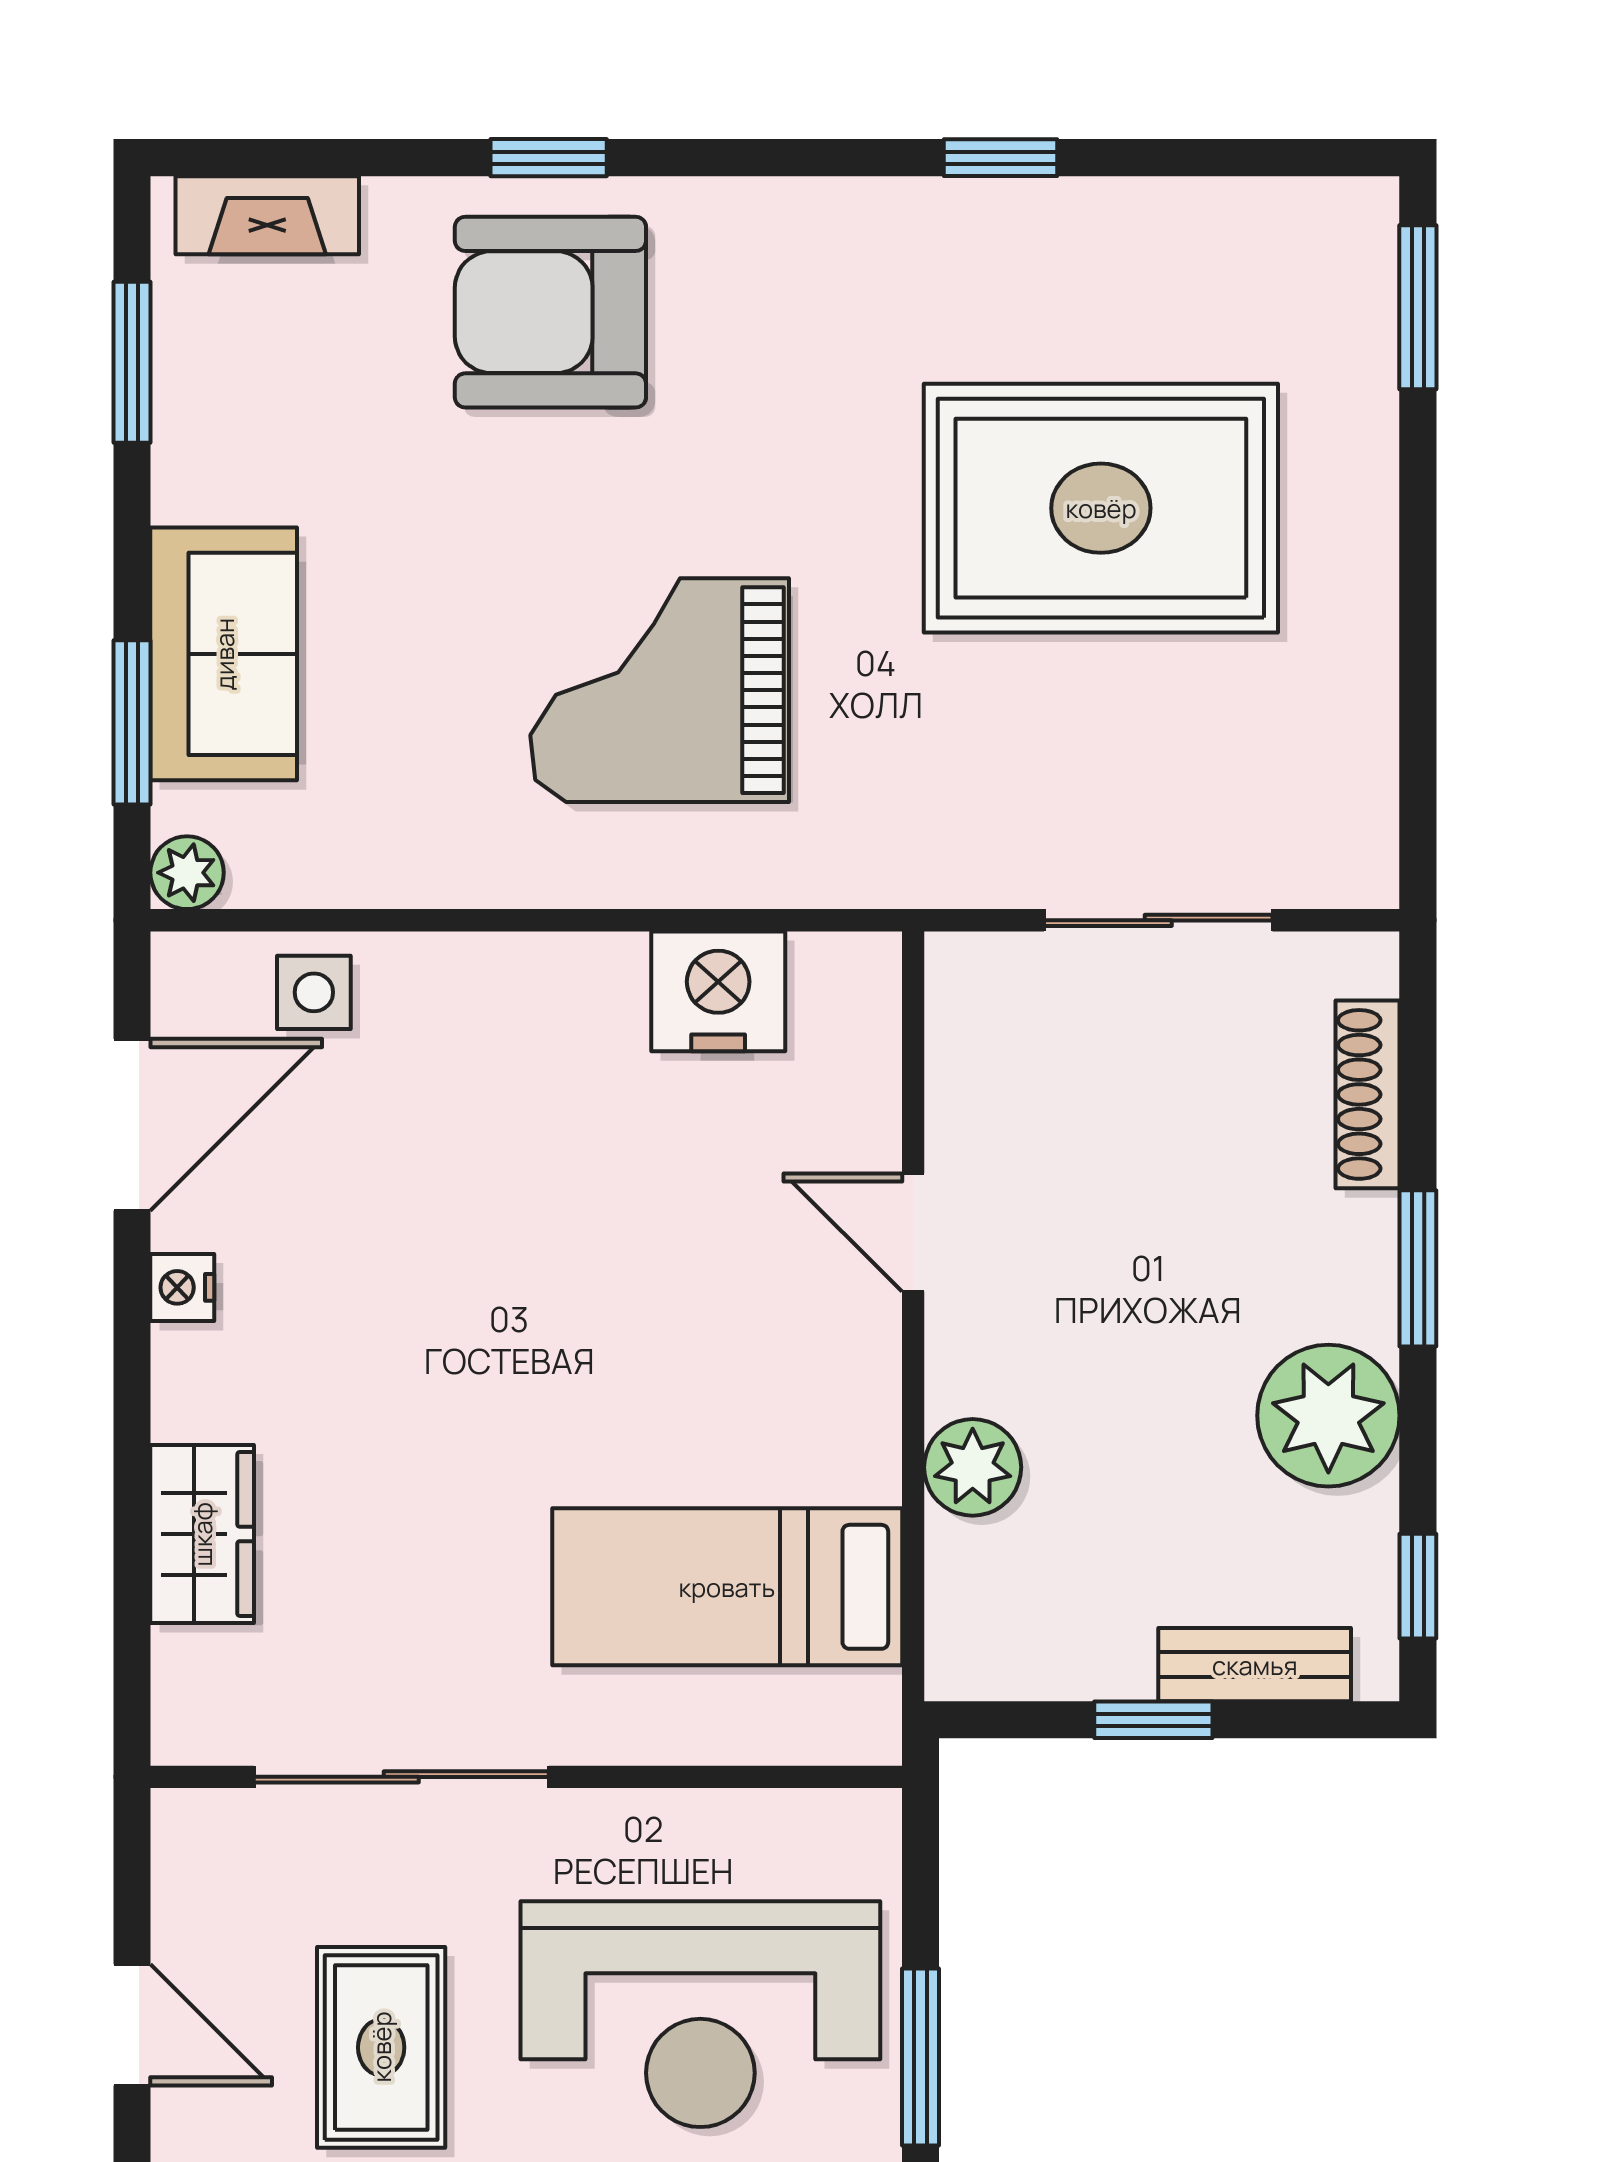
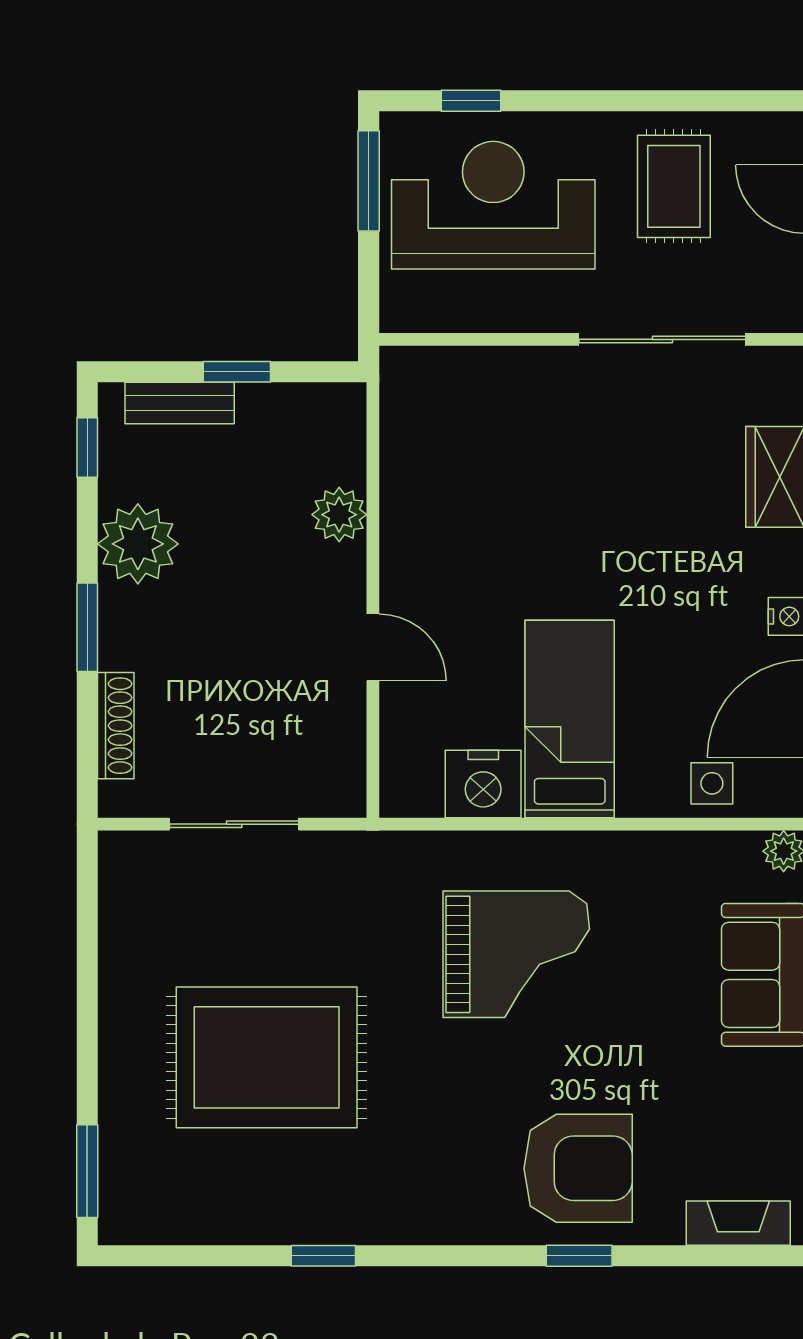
bed: (727, 1587) -> (570, 719), moved, turned -90

